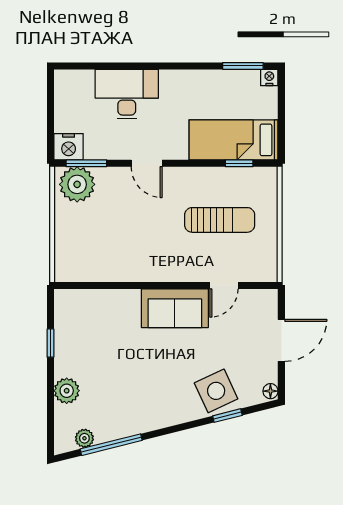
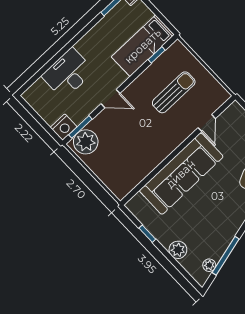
sofa: (175, 308) -> (181, 174), width x1.85, depth x1.27

